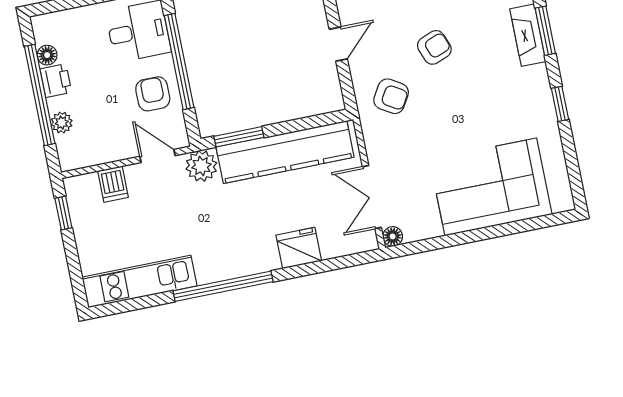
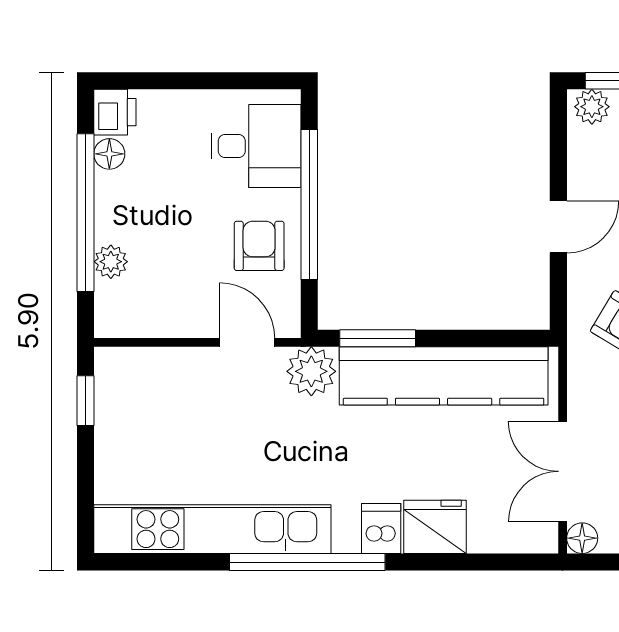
printer: (56, 81) -> (115, 112), moved
dishwasher: (113, 184) -> (381, 528), moved, turned 180
kitchen unit: (139, 282) -> (212, 529), width x1.36

